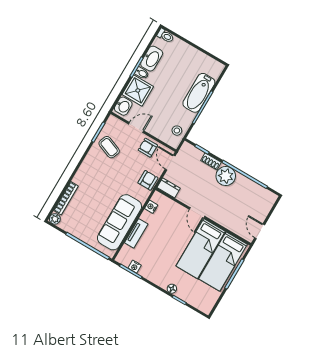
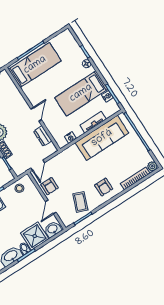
door: (136, 128) -> (51, 207), hinge flipped
armchair: (148, 180) -> (104, 187), moved, turned -90
dresser: (169, 188) -> (43, 136), moved
bed: (201, 249) -> (81, 93), moved, turned 180

